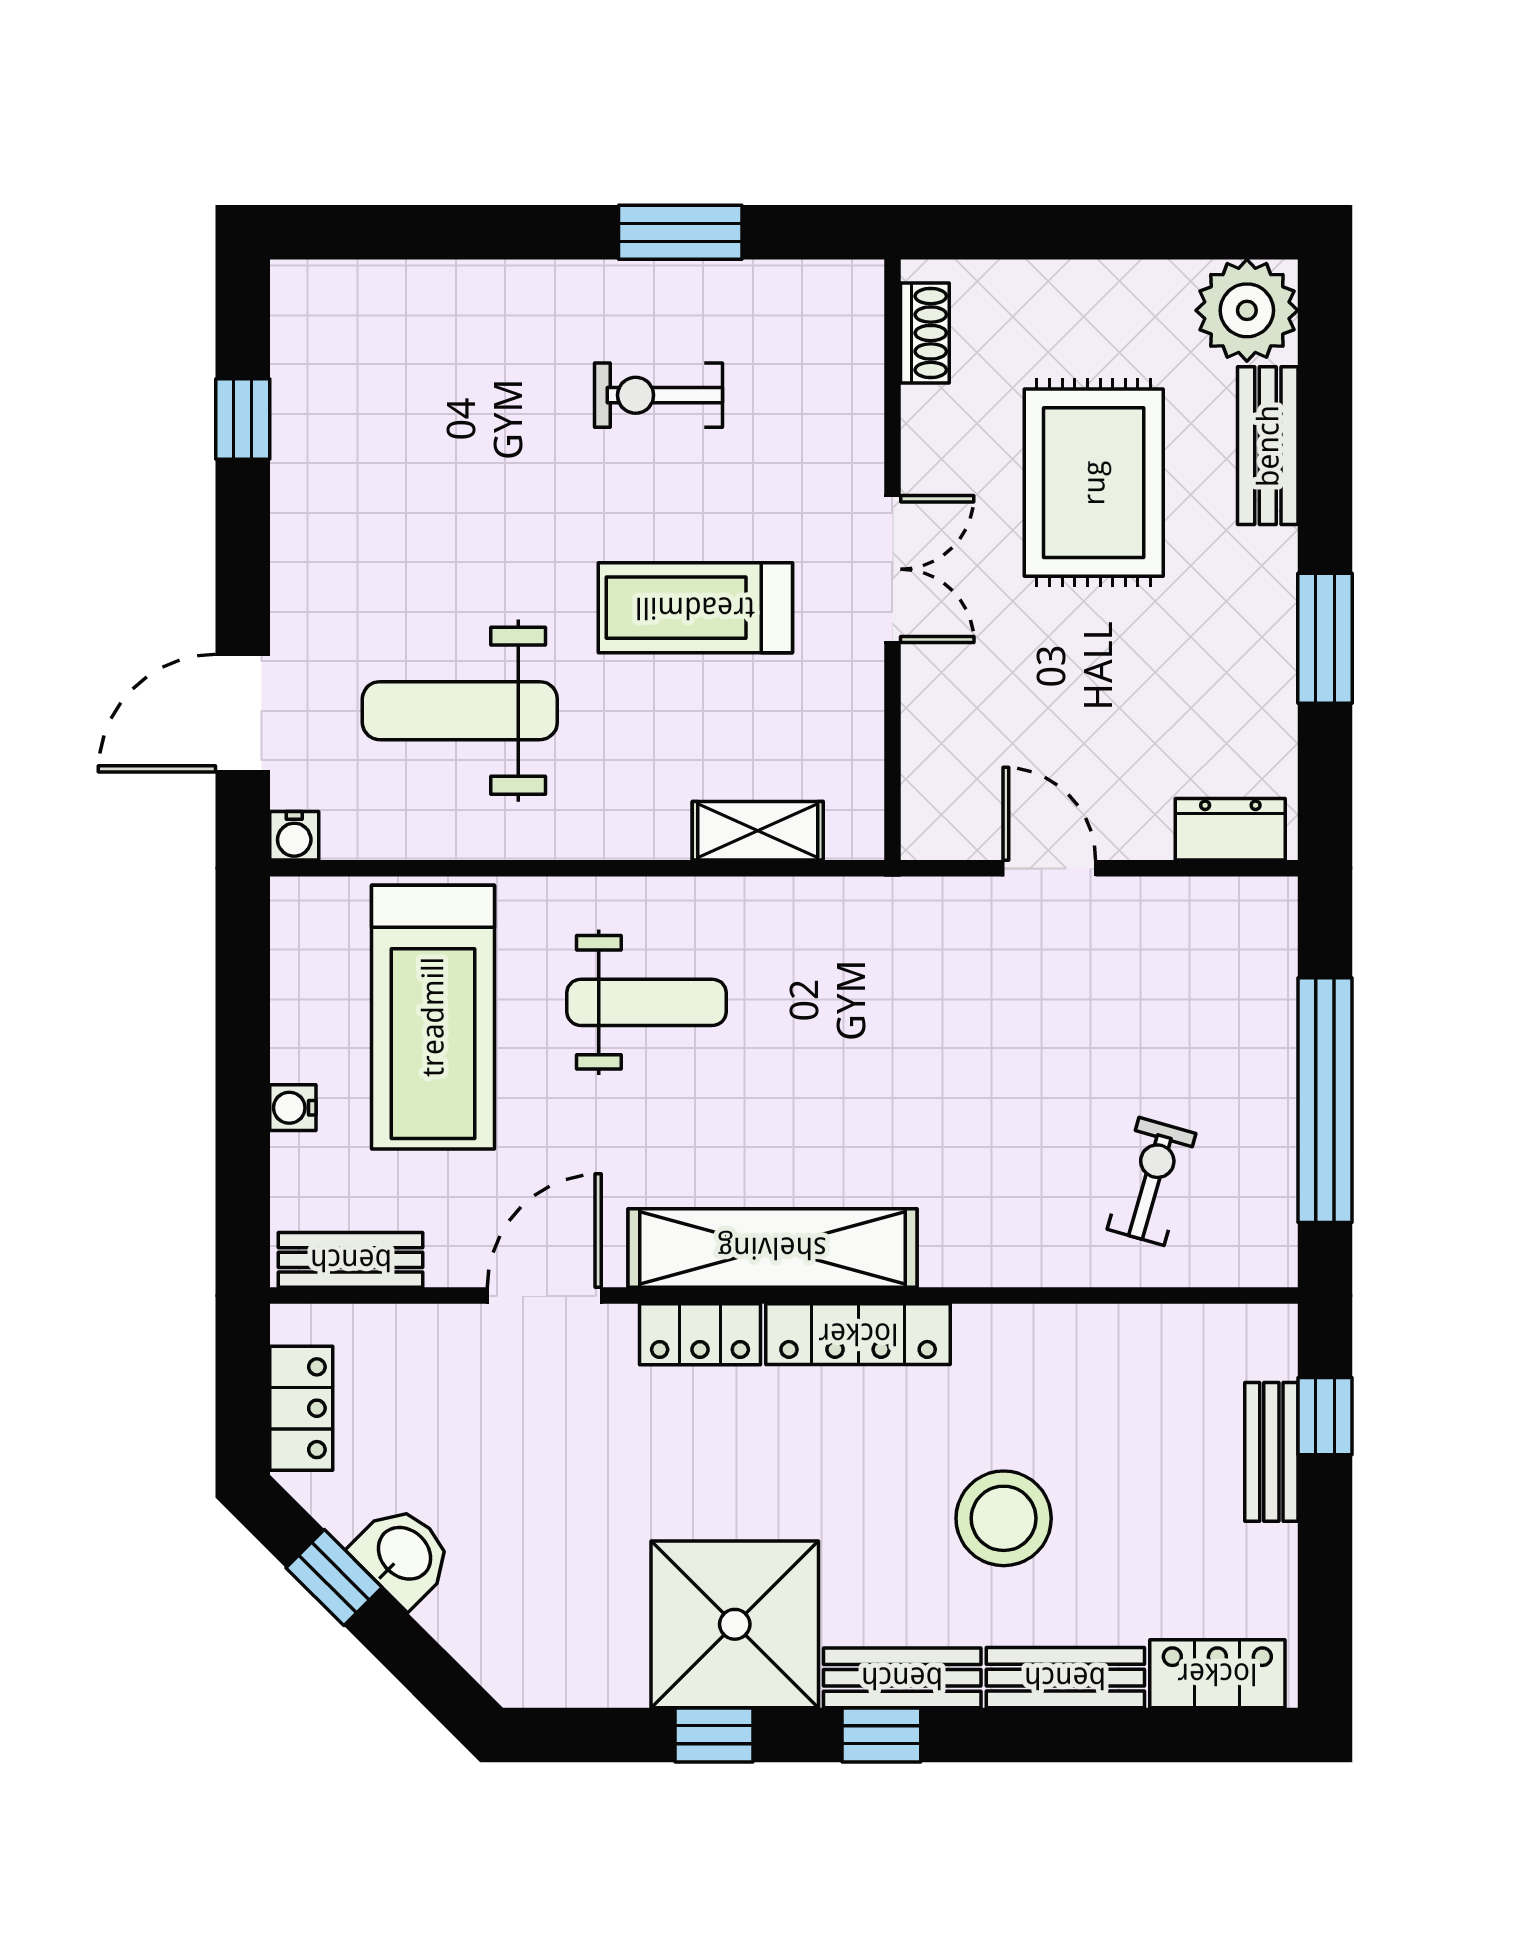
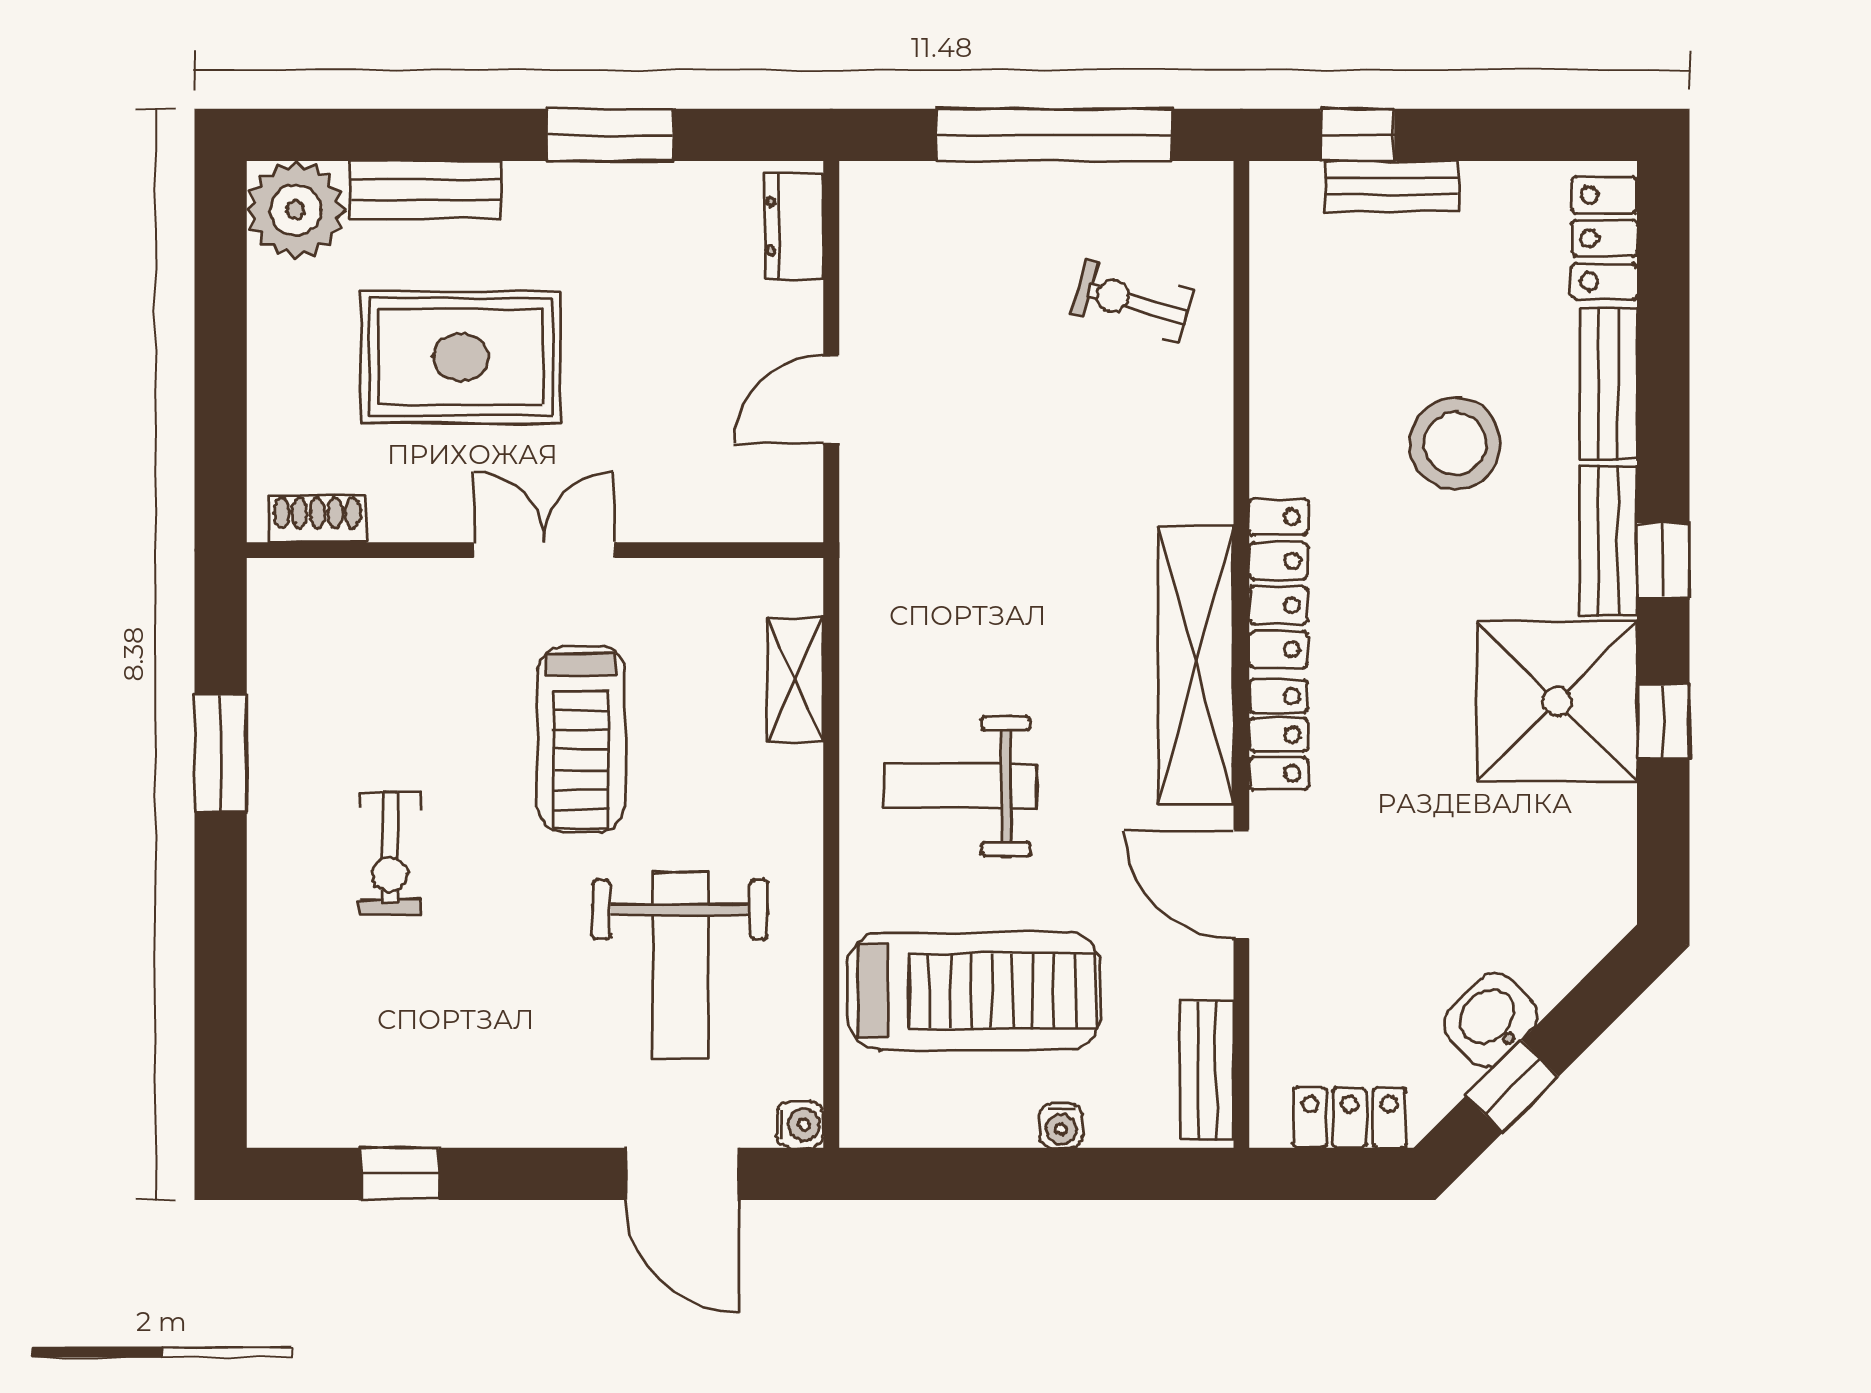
exercise bike: (658, 395) -> (390, 853), moved
weight bench: (647, 1002) -> (960, 786), turned -90

